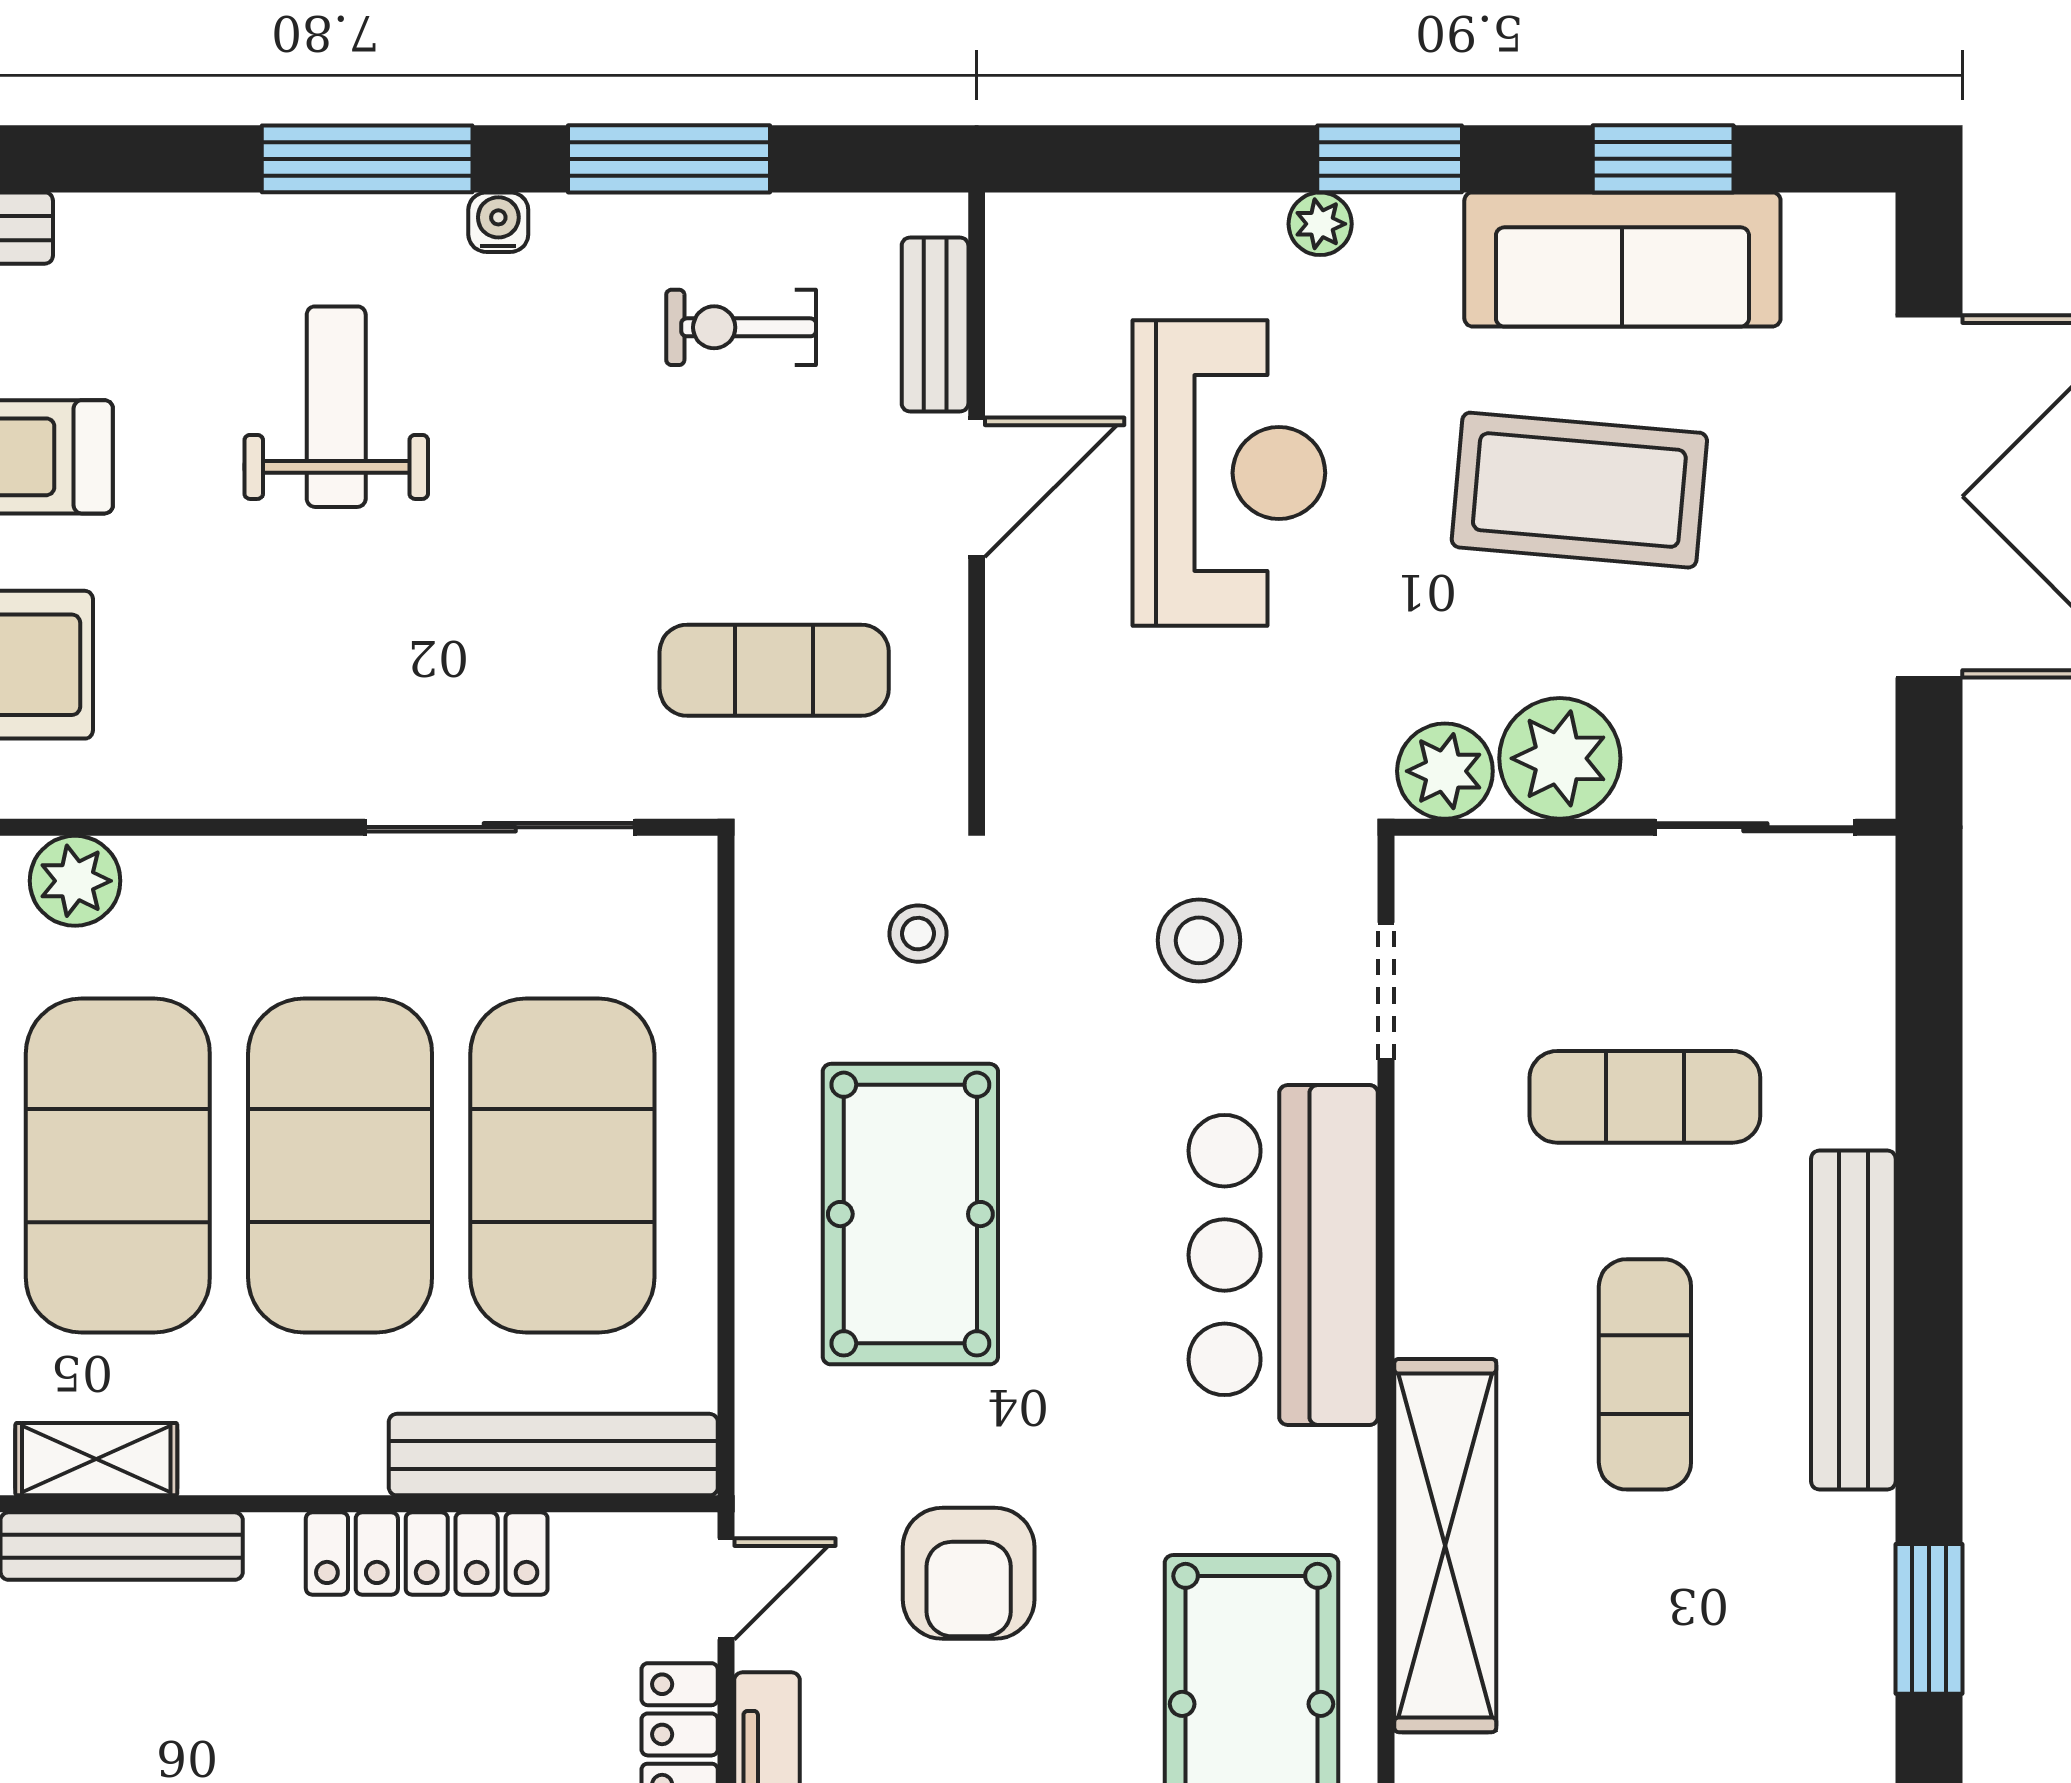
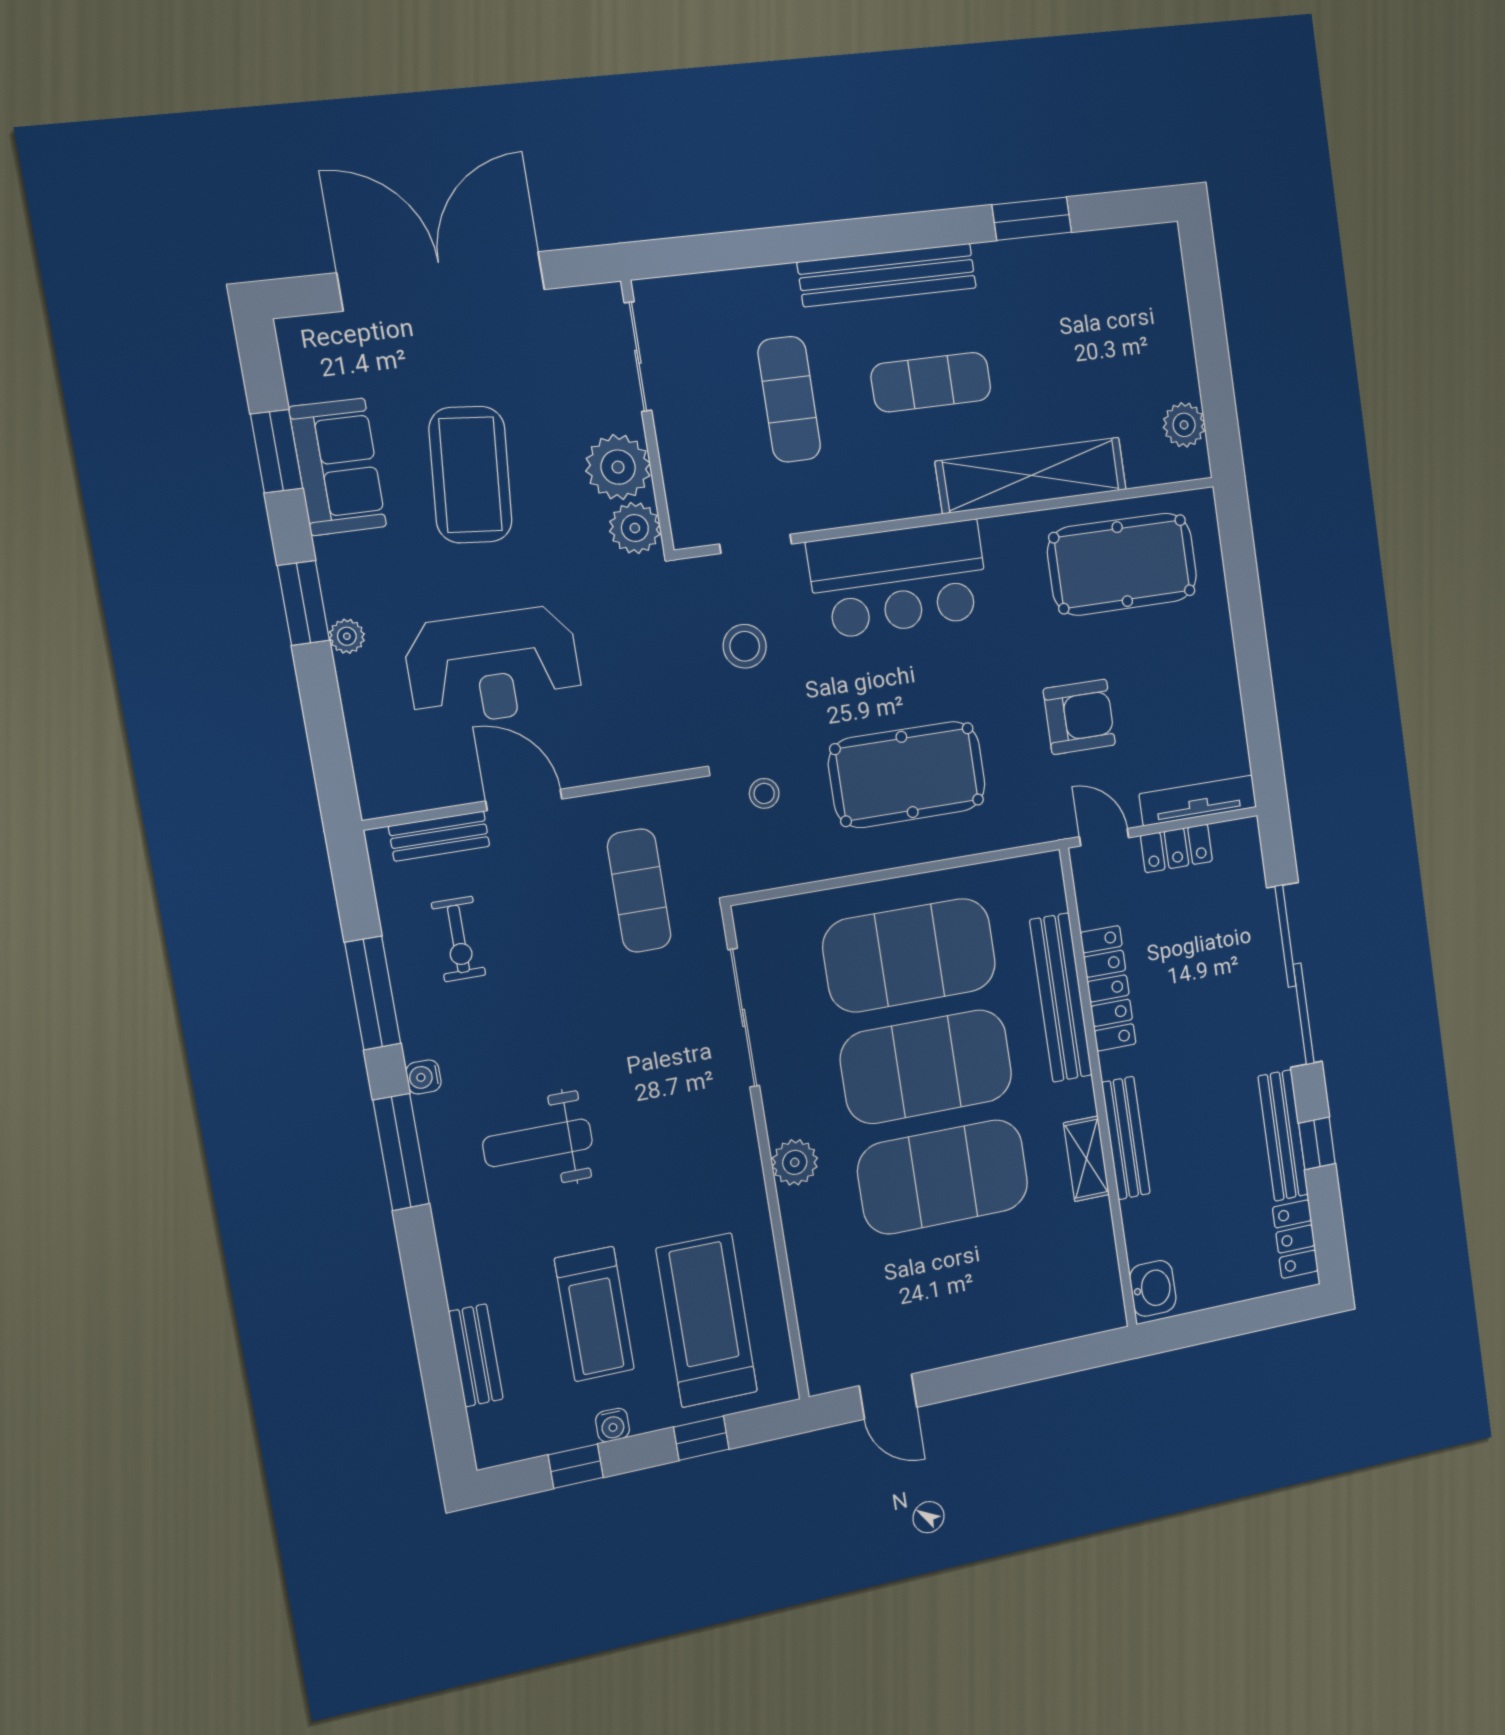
sofa: (1622, 259) -> (338, 467), width x0.73
reception desk: (1229, 473) -> (493, 666), turned 180
plant: (75, 881) -> (795, 1162), moved
bench: (553, 1455) -> (1061, 998), moved

